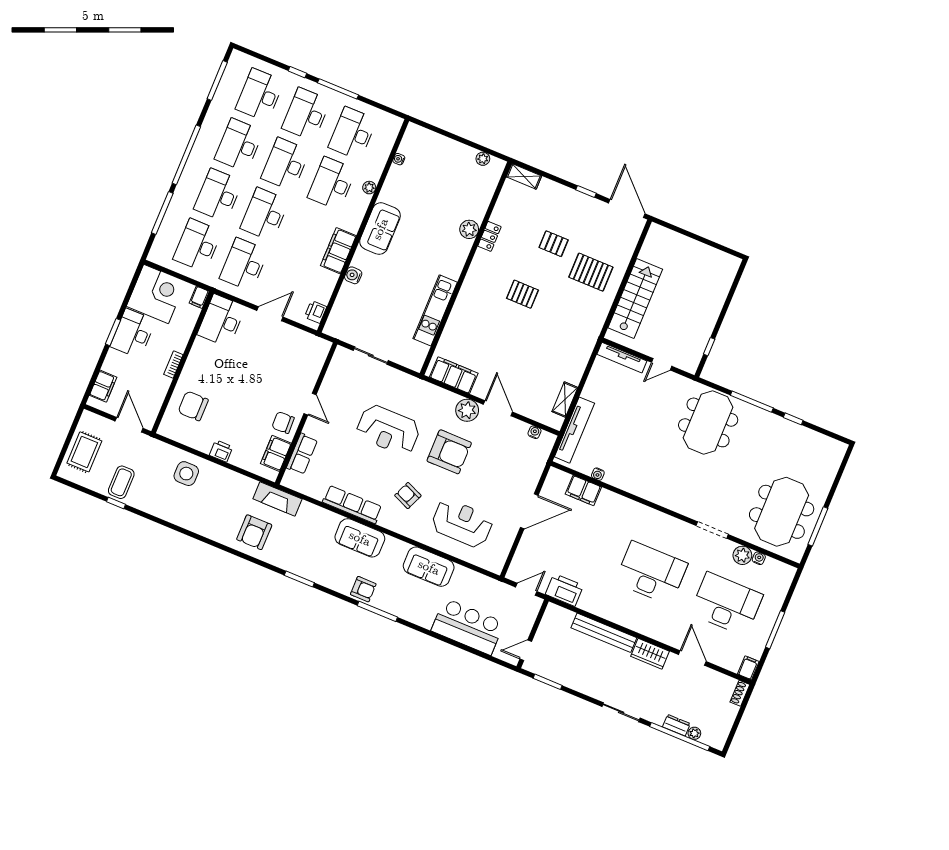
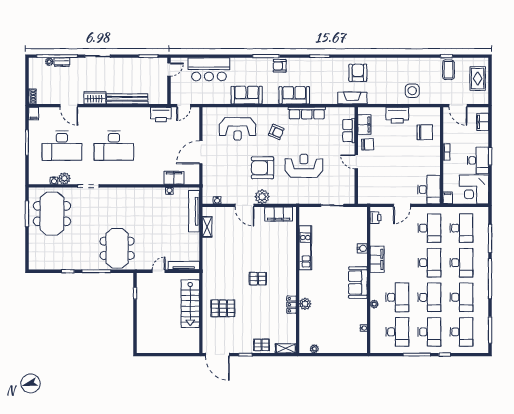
pallet: (554, 244) -> (261, 345), moved
printer: (221, 451) -> (397, 115), width x1.87, depth x1.48

